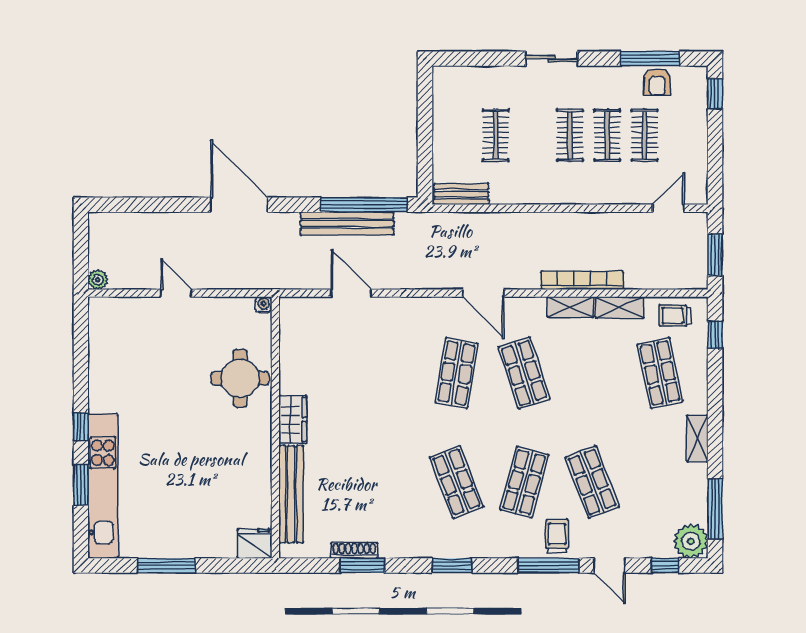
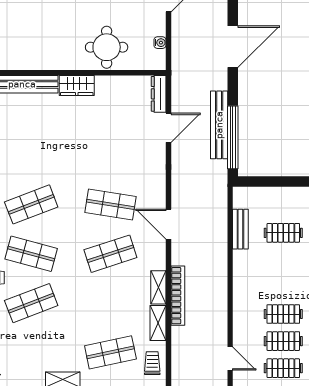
clothes rail: (570, 135) -> (283, 368), moved
bench: (461, 194) -> (240, 229), moved
door: (484, 293) -> (168, 224), hinge flipped
water cooler: (264, 305) -> (160, 43), moved
dresser: (304, 307) -> (159, 94), added

